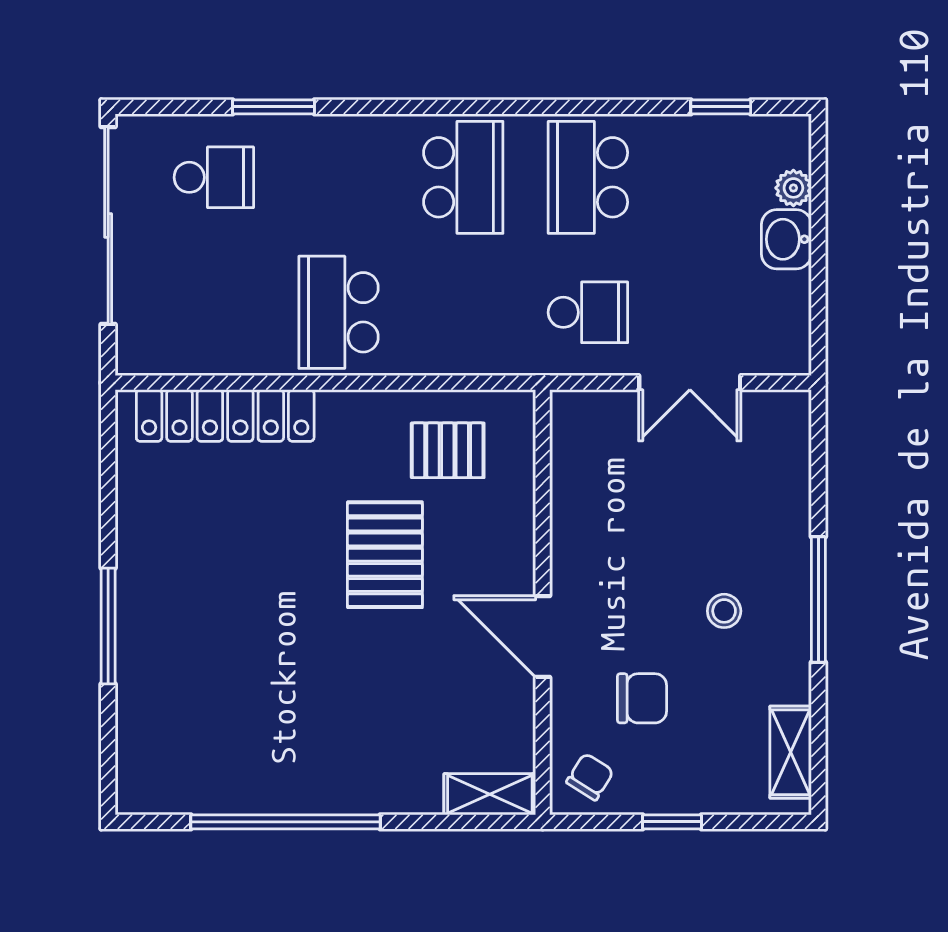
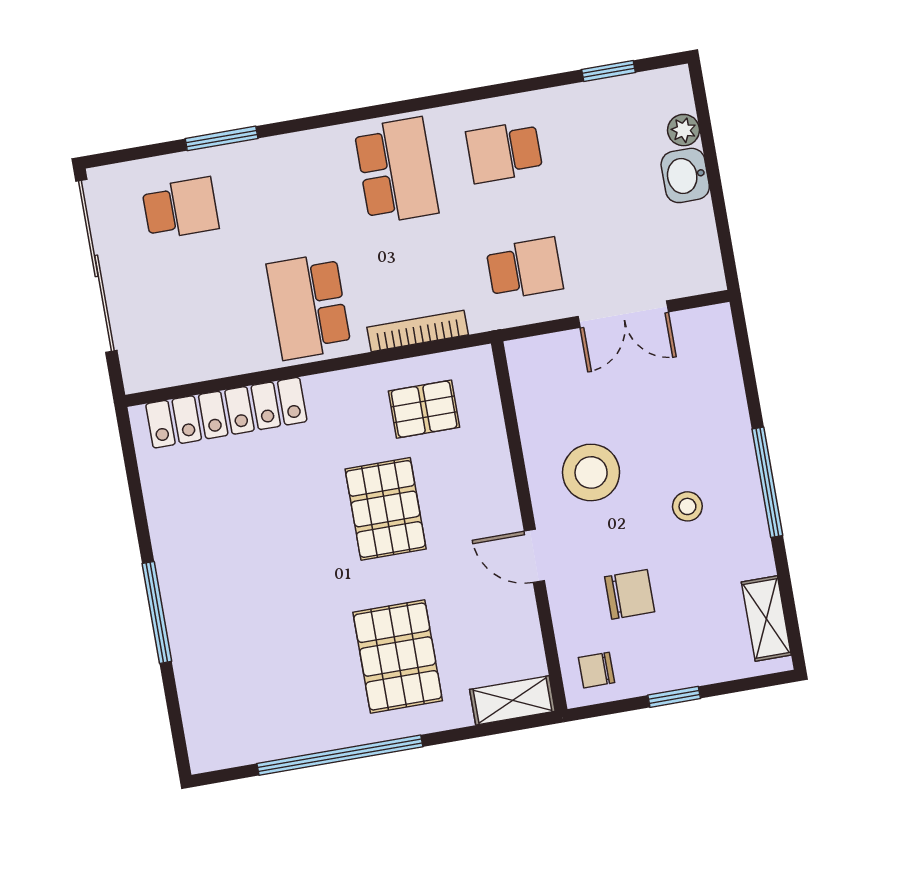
school desk: (588, 177) -> (504, 152), width x0.54
bookcase: (456, 361) -> (418, 331), added
stool: (623, 554) -> (591, 472), added
door: (543, 637) -> (534, 556), width x0.73
pallet: (370, 723) -> (398, 657), added
chair: (590, 777) -> (596, 670), turned -122

